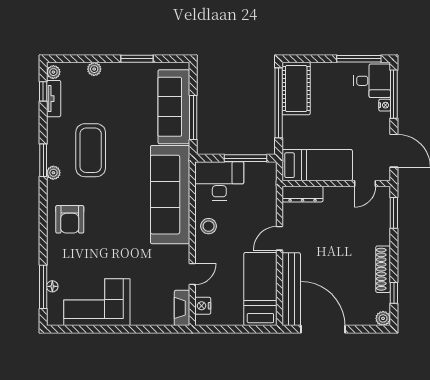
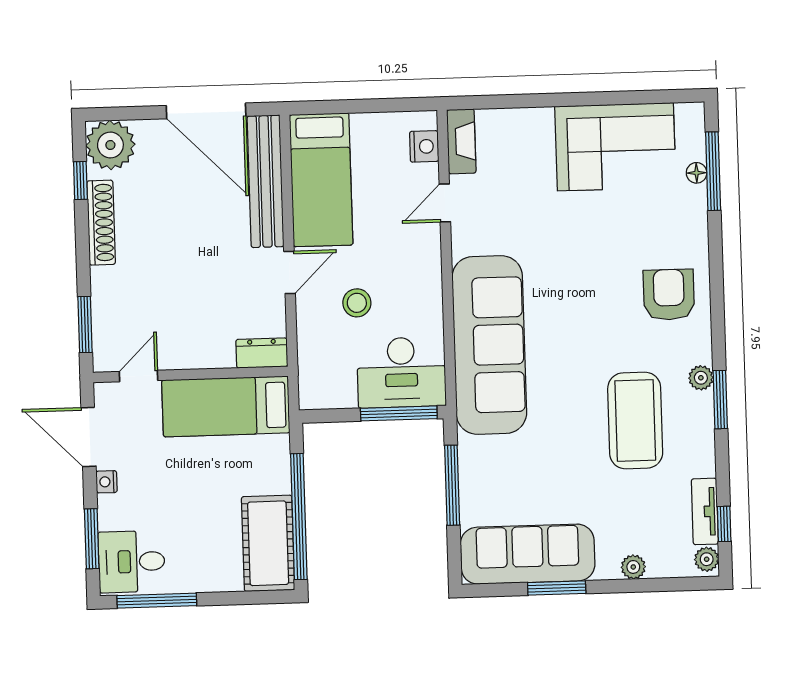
window: (394, 94) -> (92, 539), width x0.69
nightstand: (385, 105) -> (107, 482), moved
sofa: (174, 107) -> (528, 554), moved, turned -90
window: (245, 158) -> (399, 413), moved
dresser: (303, 194) -> (262, 353), width x0.70
stool: (209, 226) -> (357, 303), moved
plant: (383, 318) -> (110, 145), width x1.88, depth x1.88

